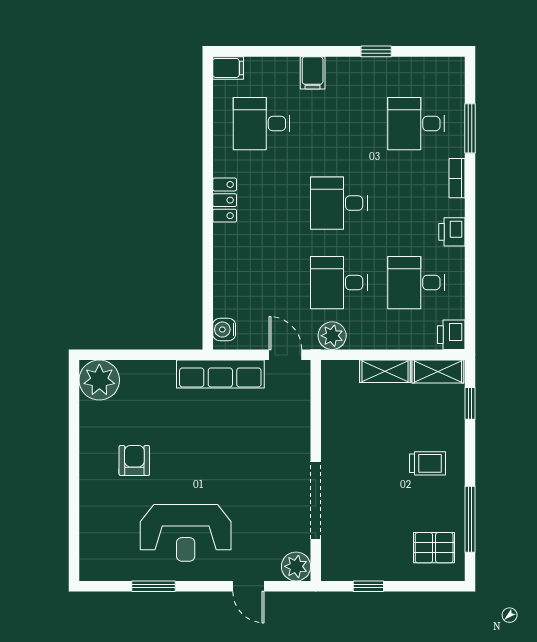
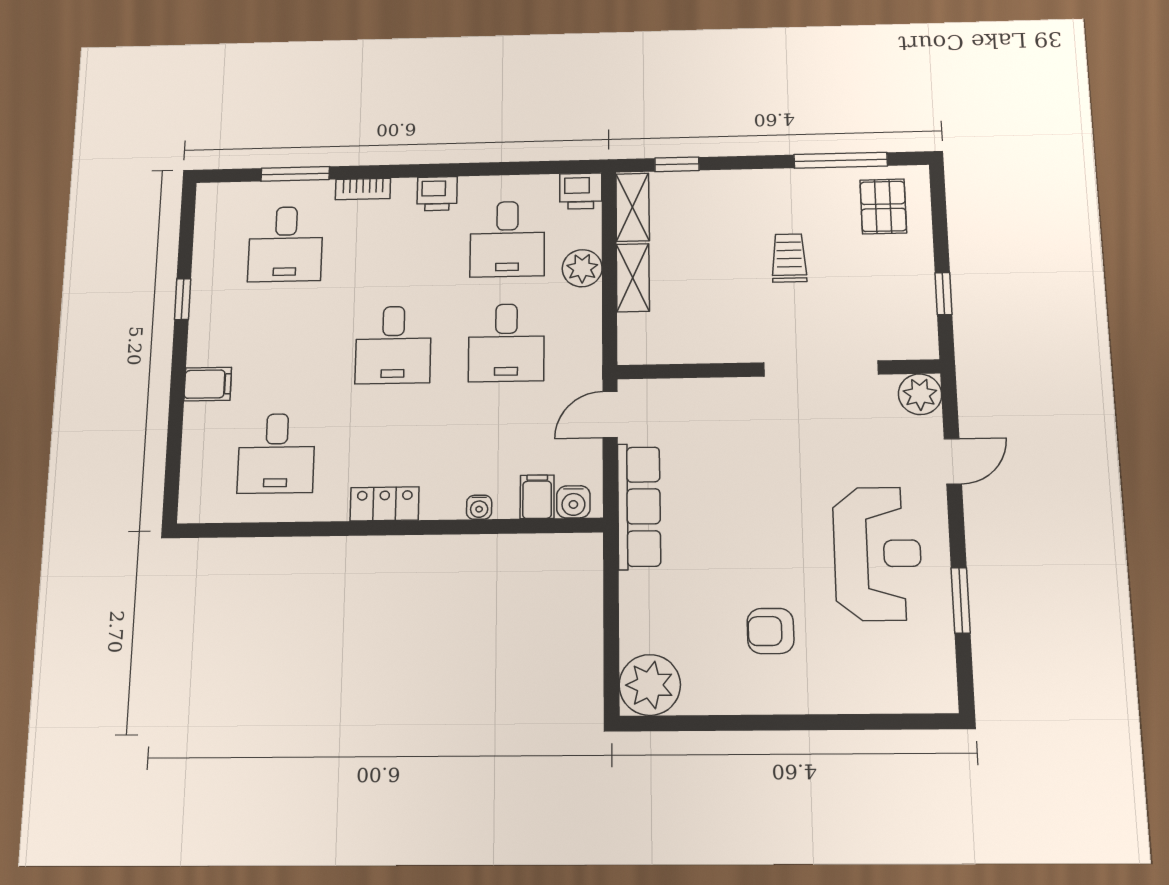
filing cabinet: (228, 68) -> (537, 497), moved
water cooler: (221, 265) -> (479, 507), added
plant: (332, 336) -> (582, 268), moved
trolley: (428, 463) -> (789, 258), moved

